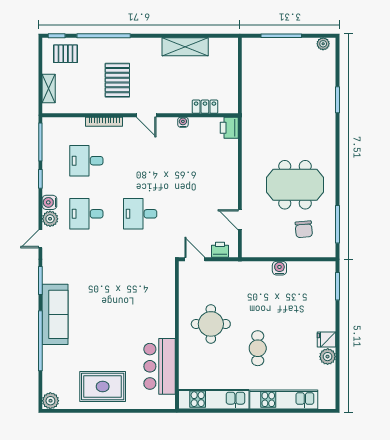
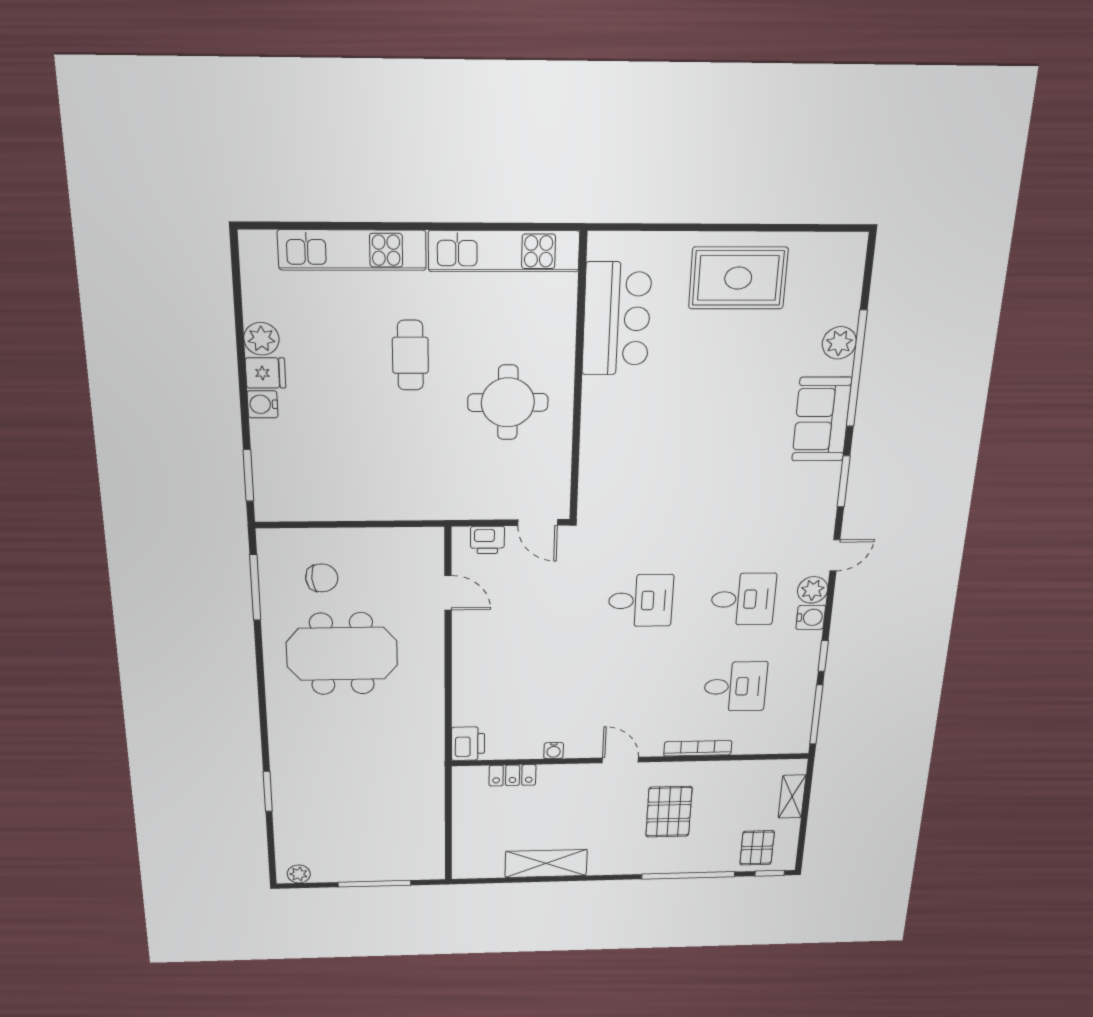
pallet: (66, 54) -> (757, 848), turned 90
chair: (304, 229) -> (322, 578), turned 91
water cooler: (279, 268) -> (263, 404), moved, turned 90
sofa: (55, 314) -> (822, 419), width x0.73
plant: (50, 401) -> (839, 343), moved

